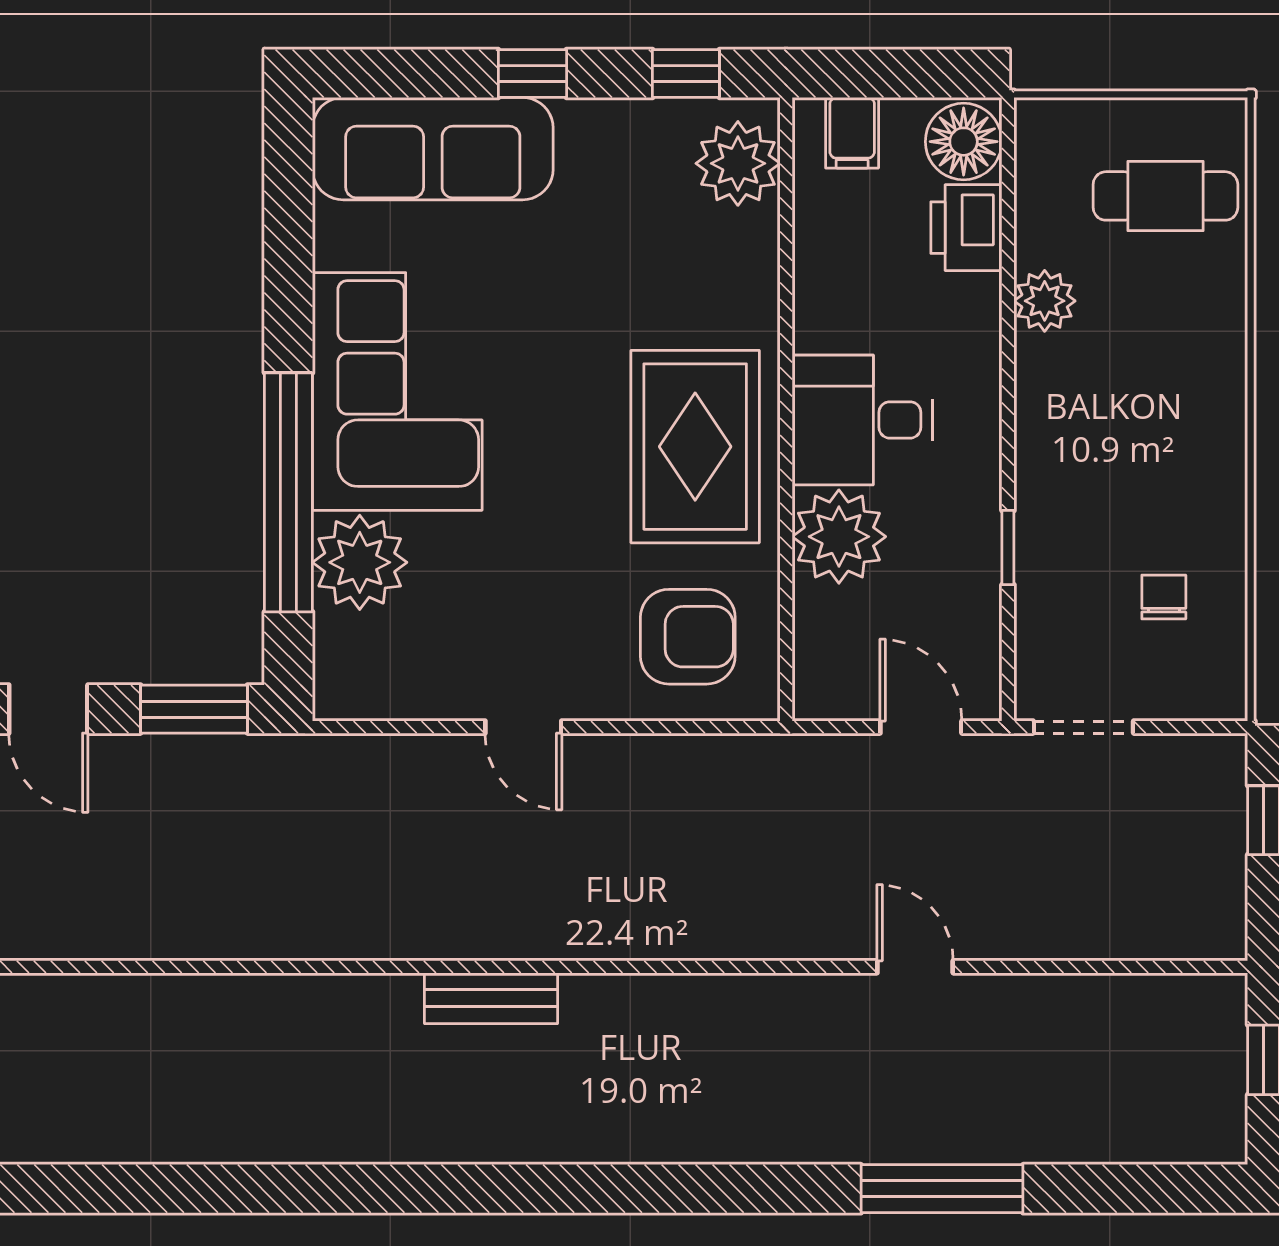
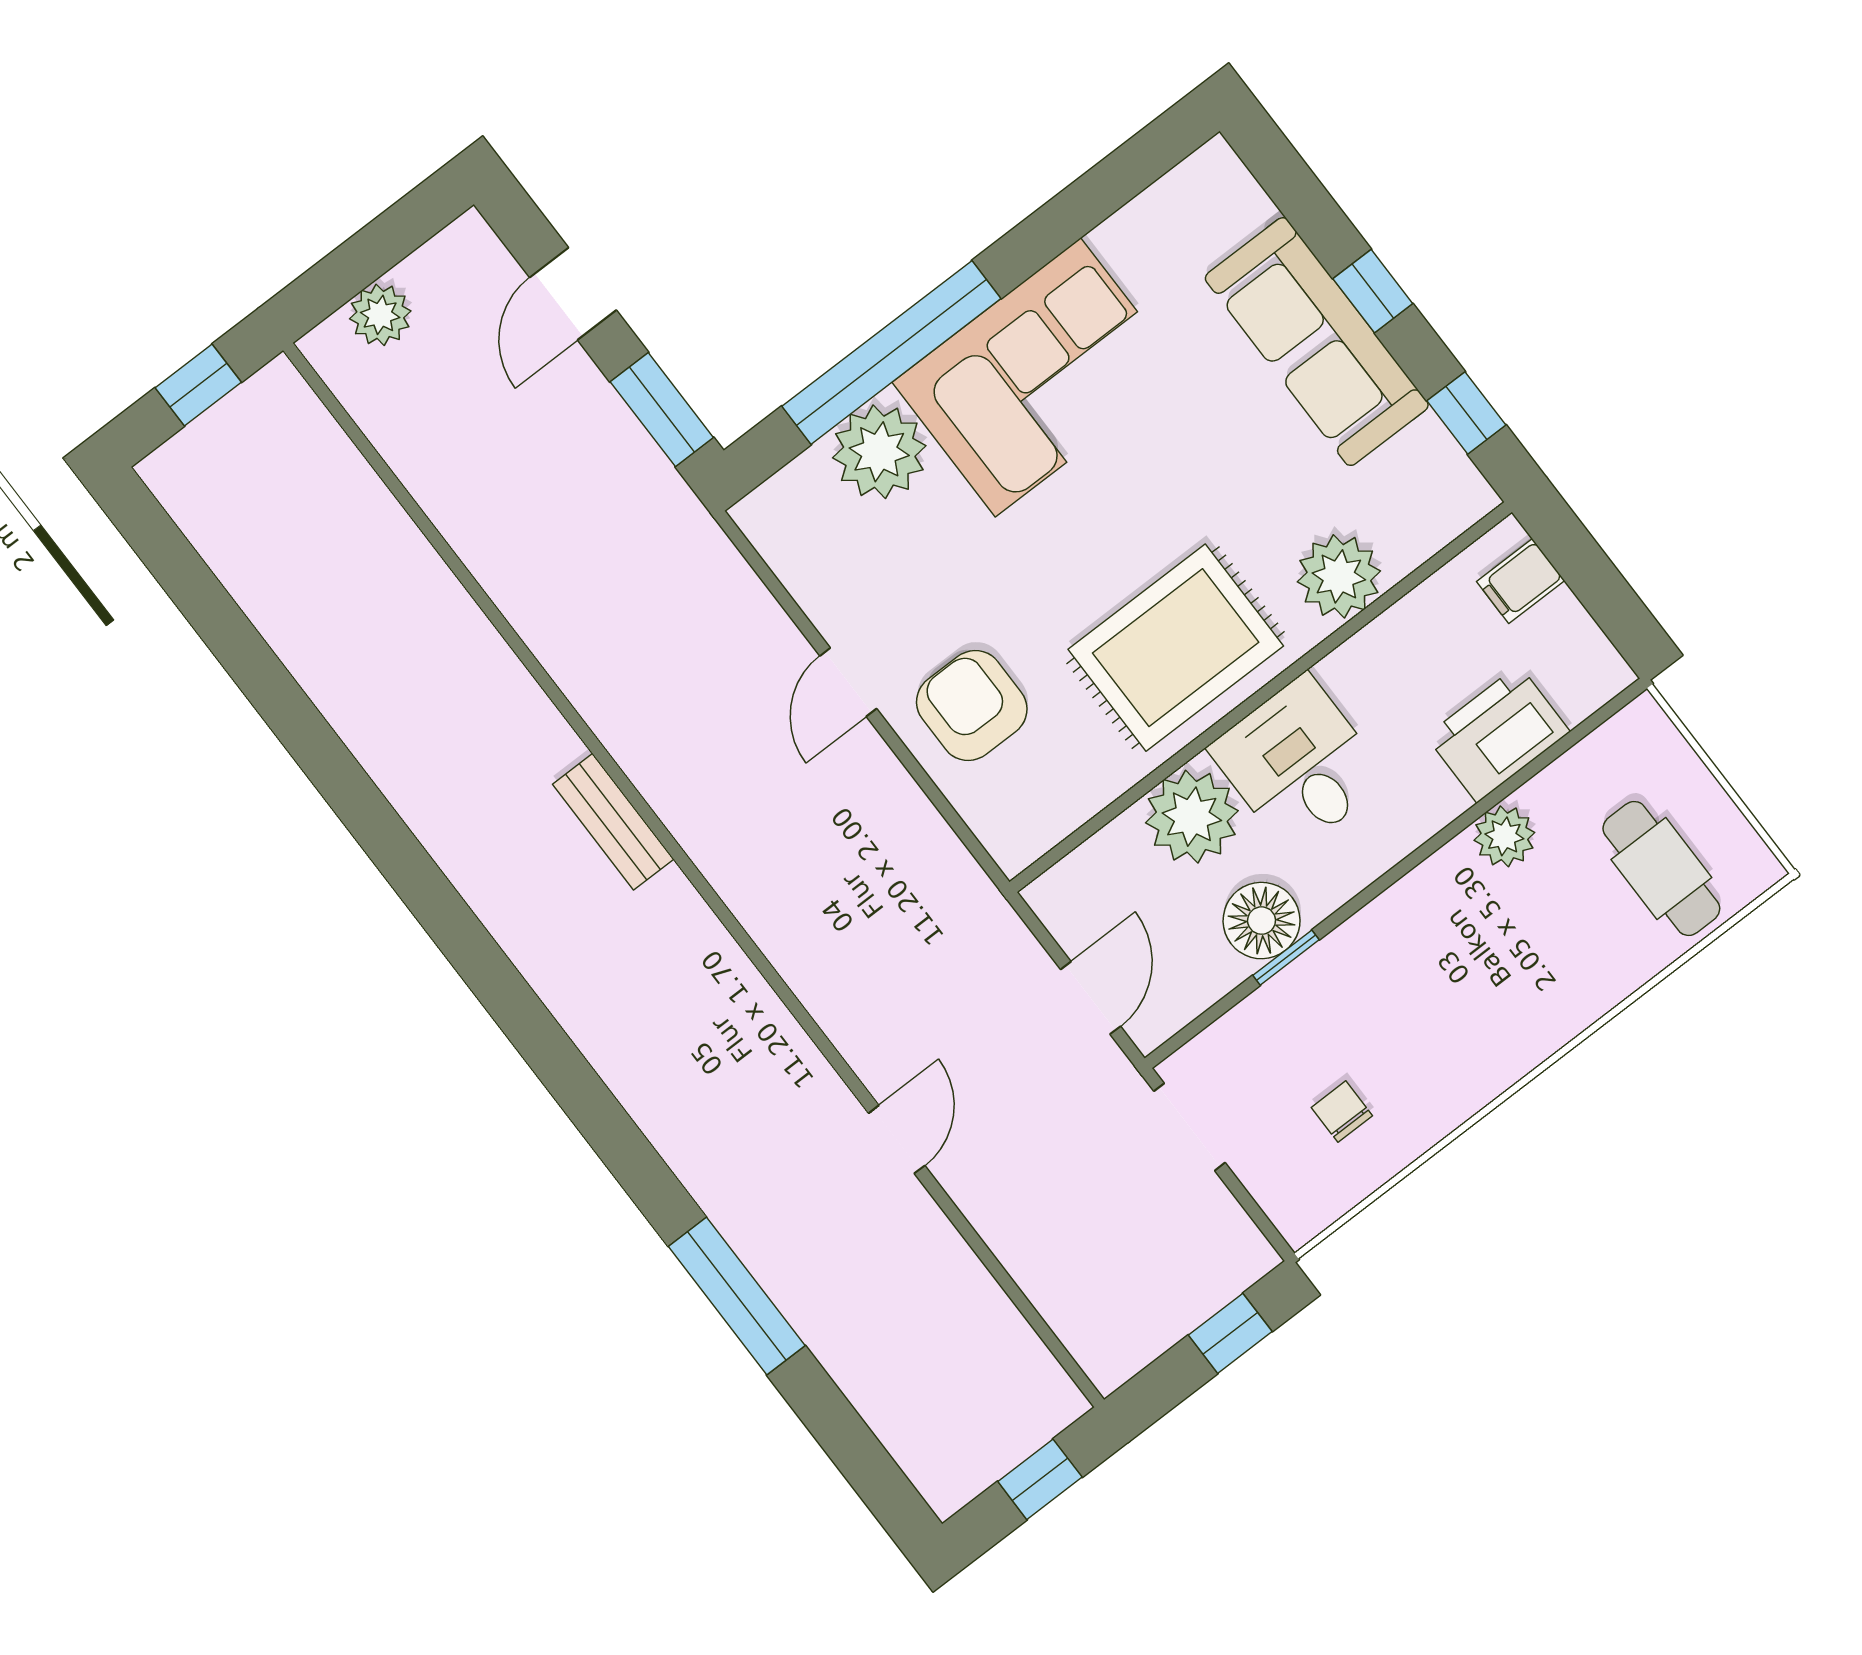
floor lamp: (964, 142) -> (1262, 921), moved
sofa: (433, 149) -> (1317, 342), moved
plant: (738, 163) -> (1339, 576), moved
printer: (966, 228) -> (1498, 734), width x1.37, depth x1.19
chair: (1164, 597) -> (1342, 1112), turned -90
armchair: (688, 637) -> (972, 706), moved, turned 180

